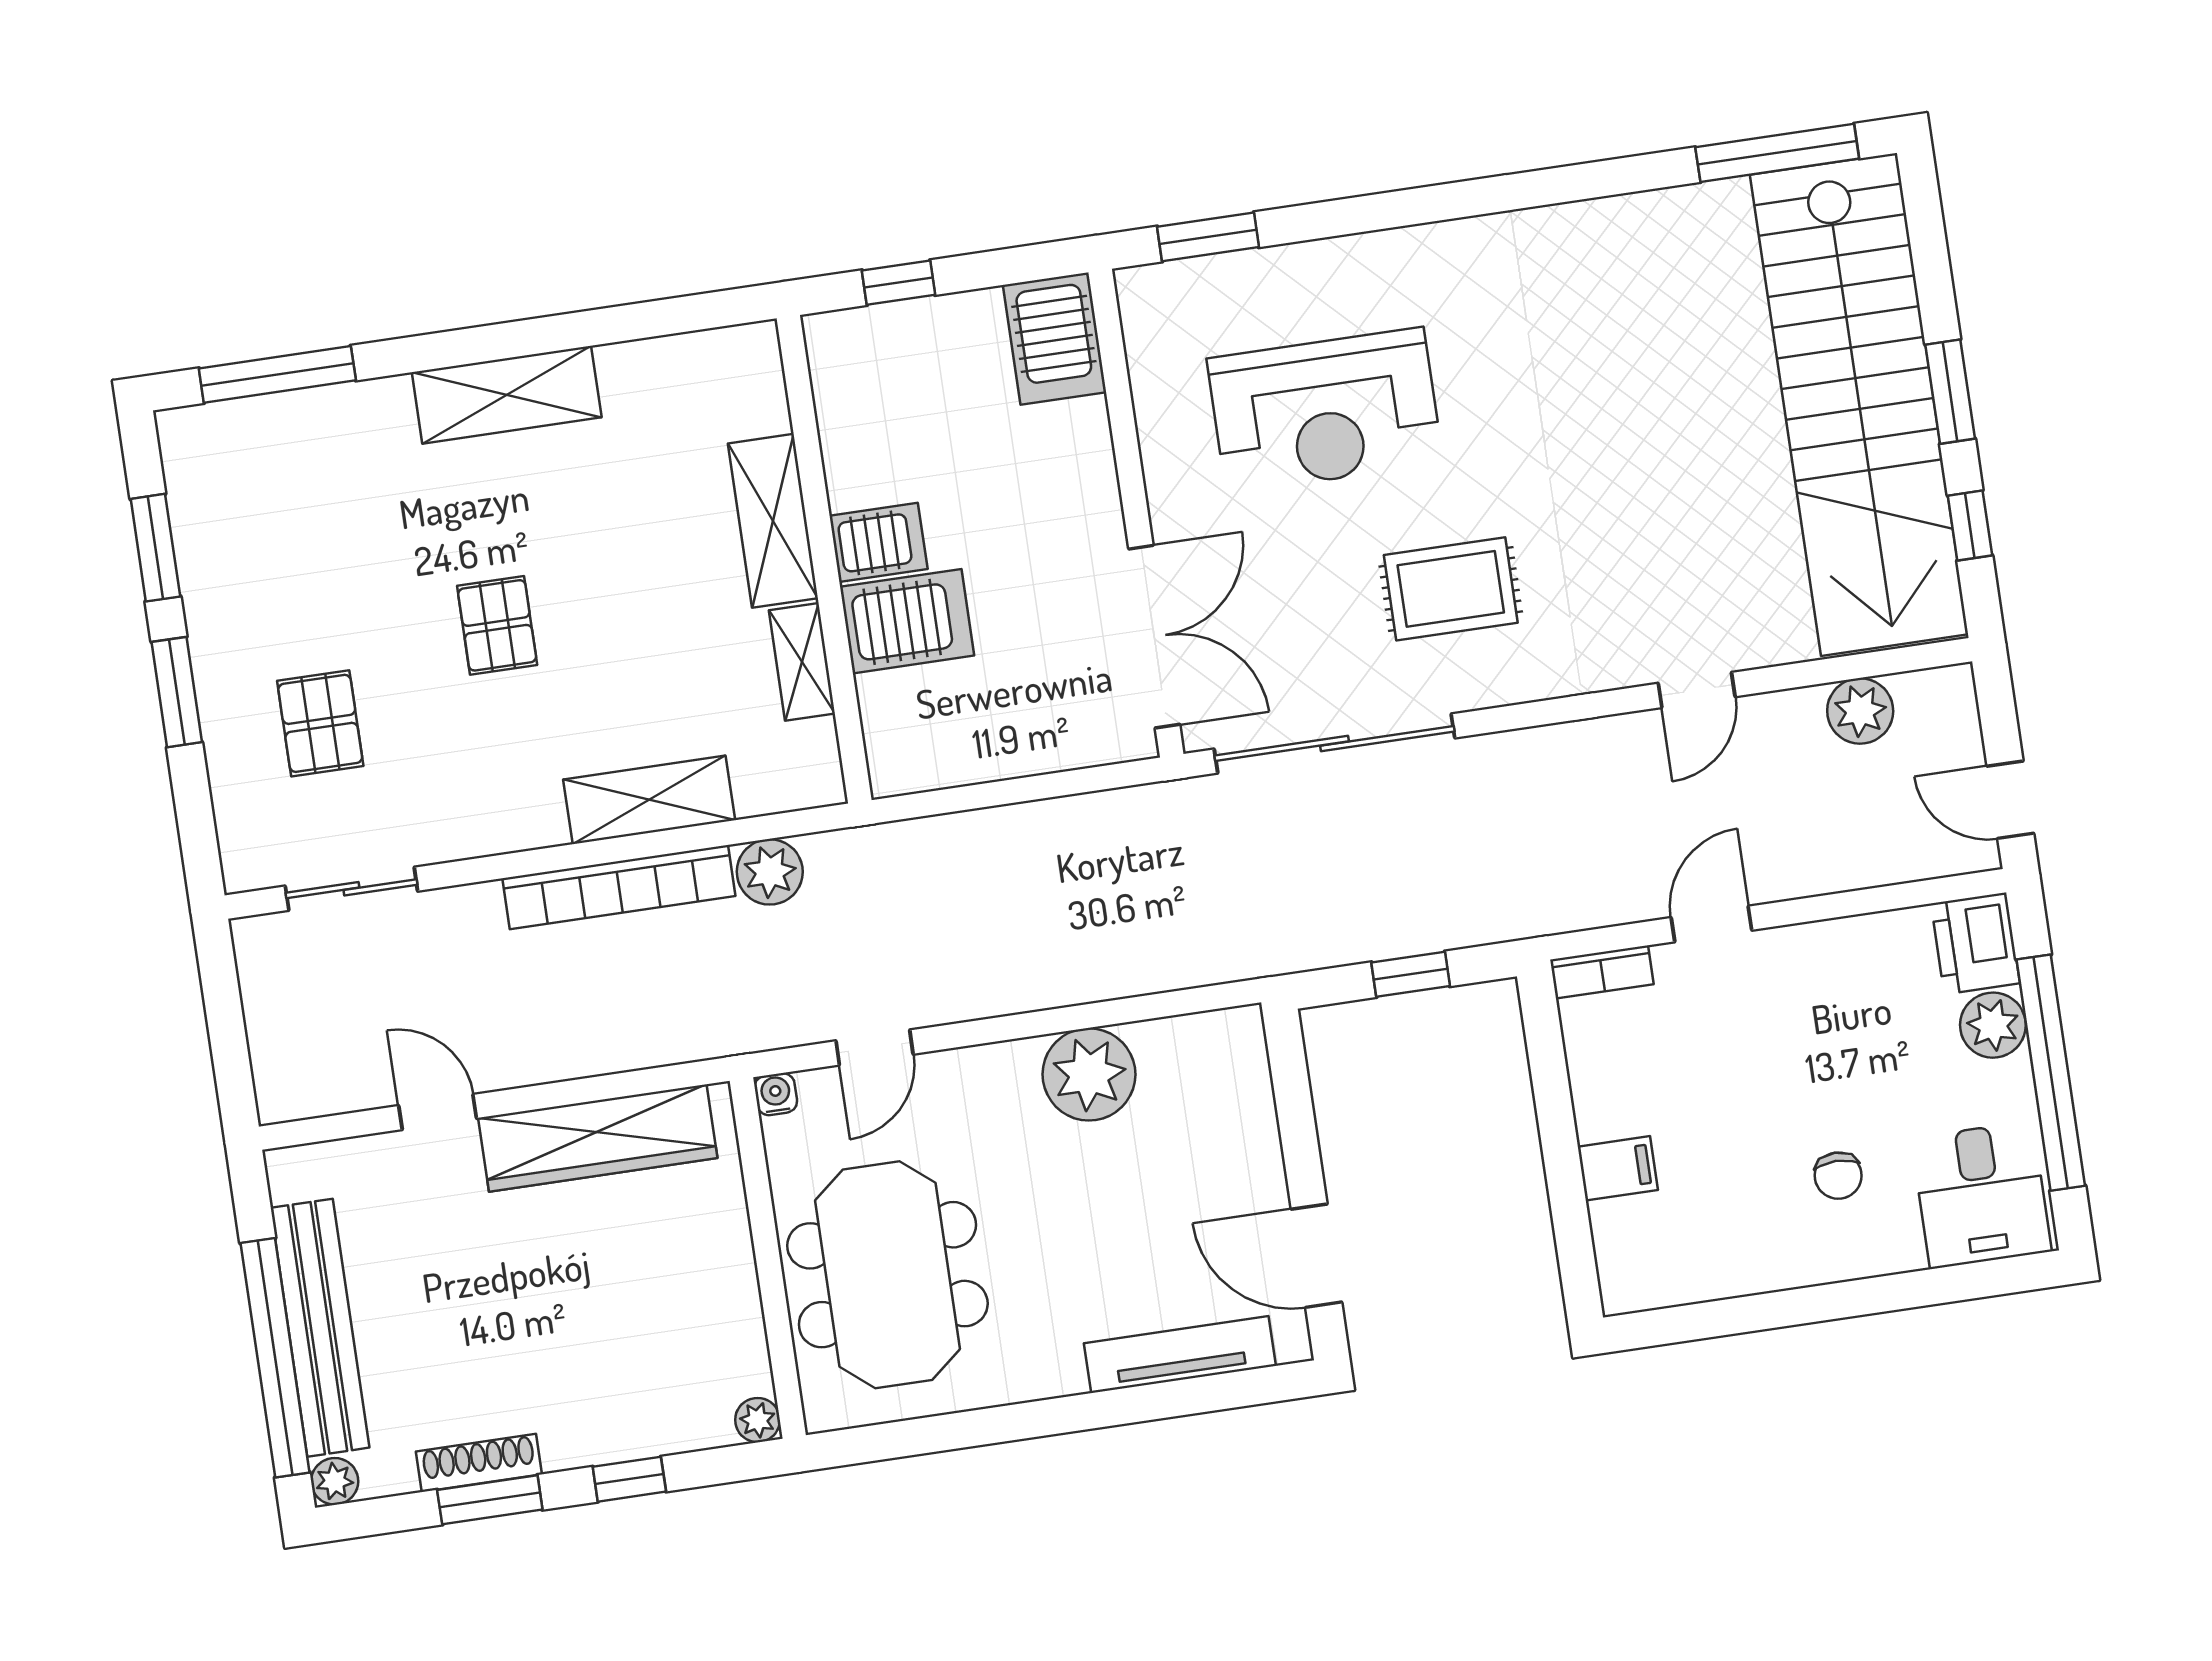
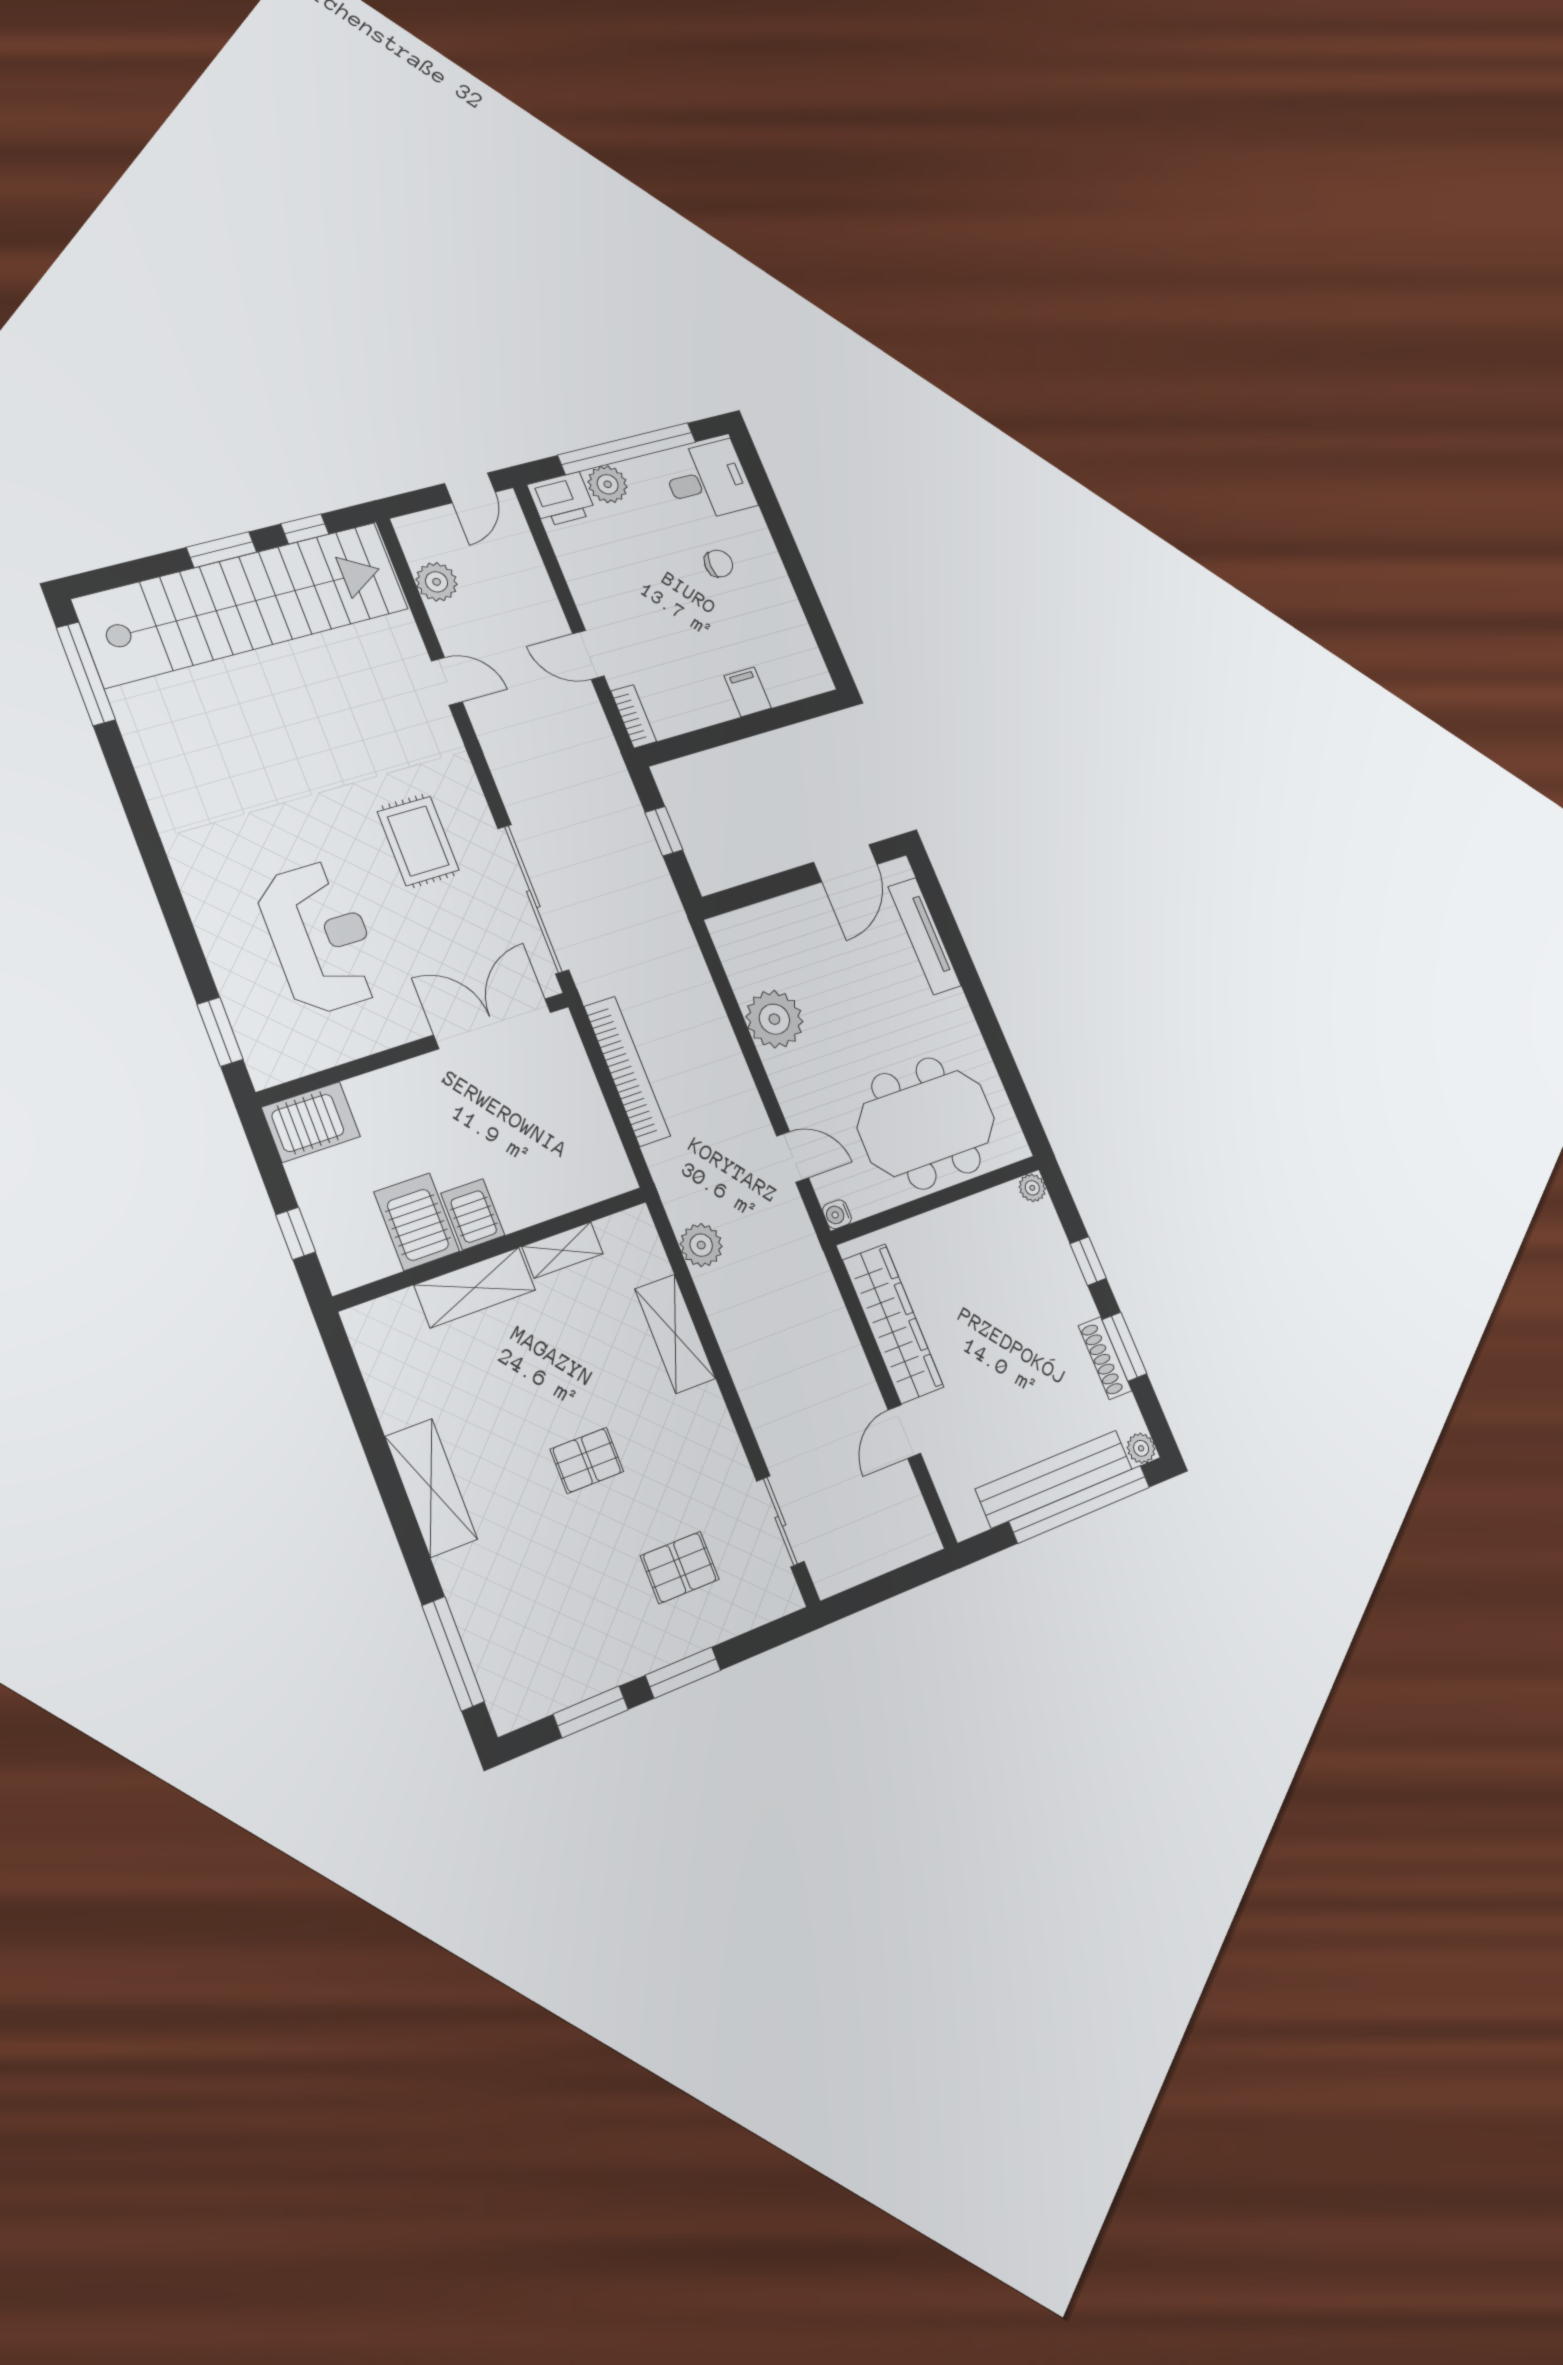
server rack: (907, 621) -> (417, 1222), moved
bookcase: (619, 887) -> (627, 1071), moved

